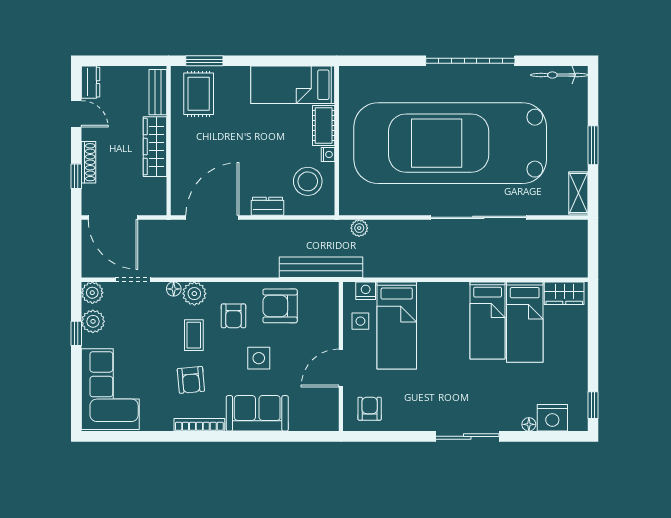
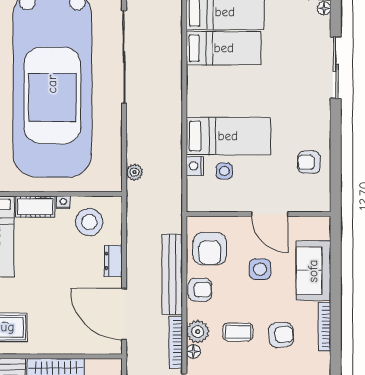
bench: (321, 267) -> (172, 274), moved
bookcase: (183, 271) -> (176, 342), added
armchair: (233, 316) -> (200, 290), moved
wall: (341, 357) -> (258, 214), moved
door: (341, 368) -> (270, 214), moved

